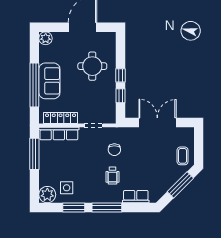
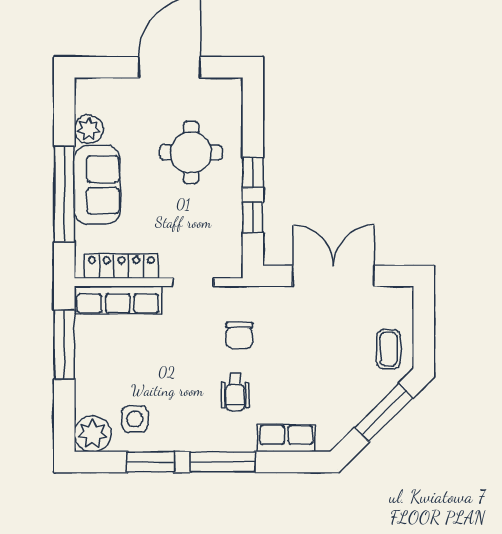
plant: (46, 38) -> (89, 129), moved

